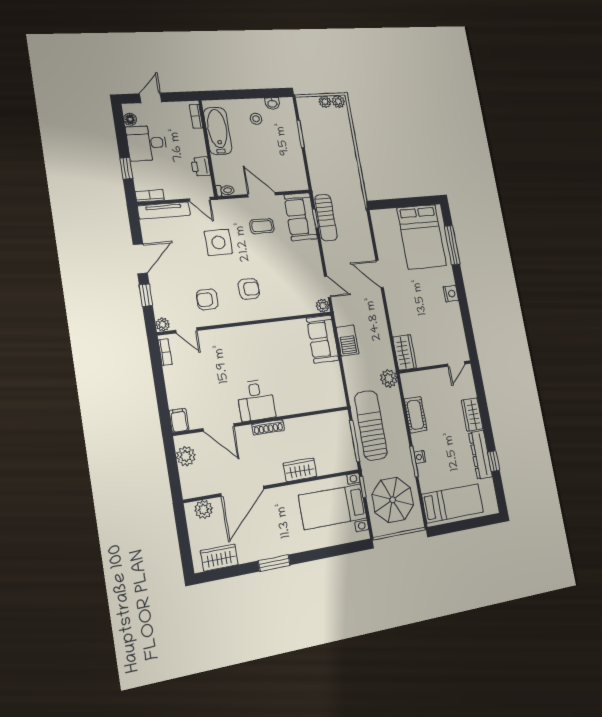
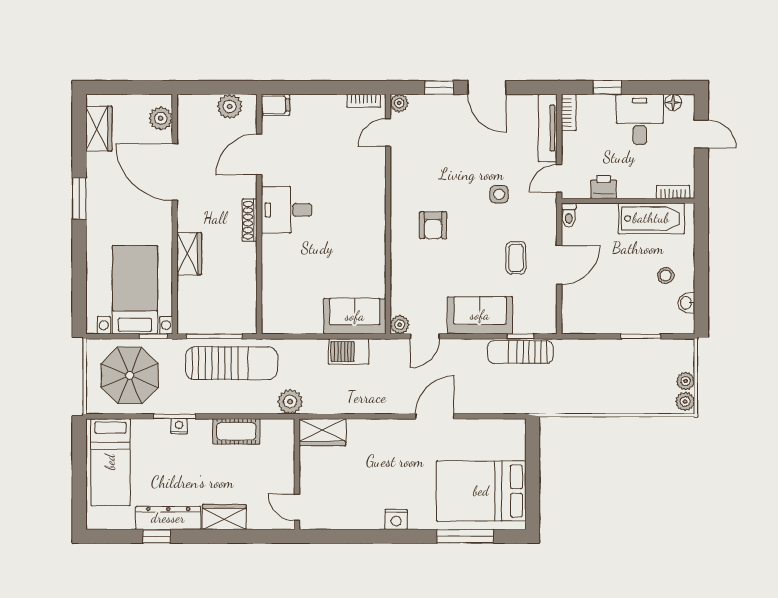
sofa: (301, 217) -> (480, 315), moved
side table: (218, 242) -> (499, 194), width x0.54, depth x0.54
armchair: (207, 299) -> (425, 167), removed

